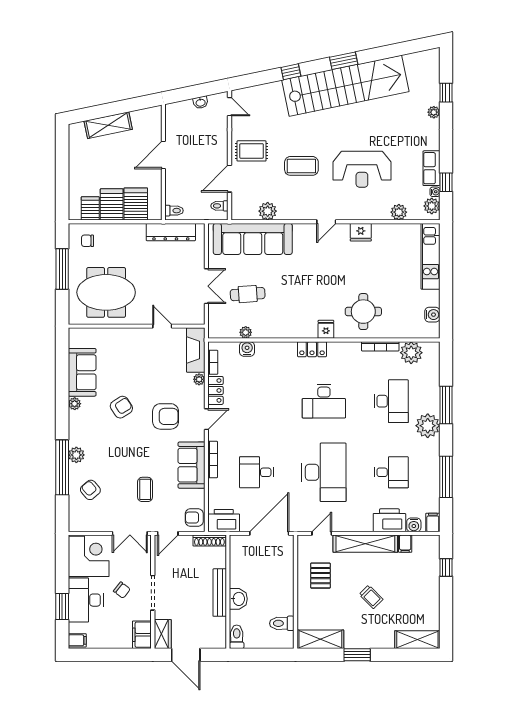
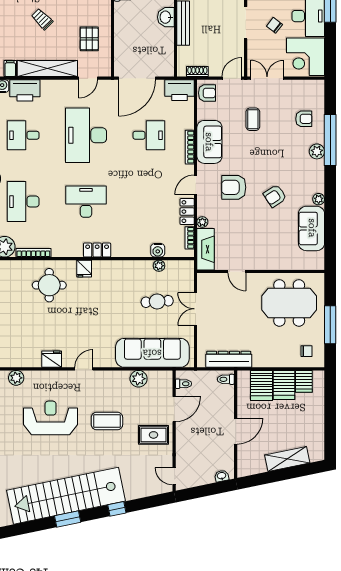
washbasin: (201, 102) -> (222, 476), moved
armchair: (90, 490) -> (304, 119), turned -49
shoe rack: (209, 541) -> (197, 72), width x0.70

